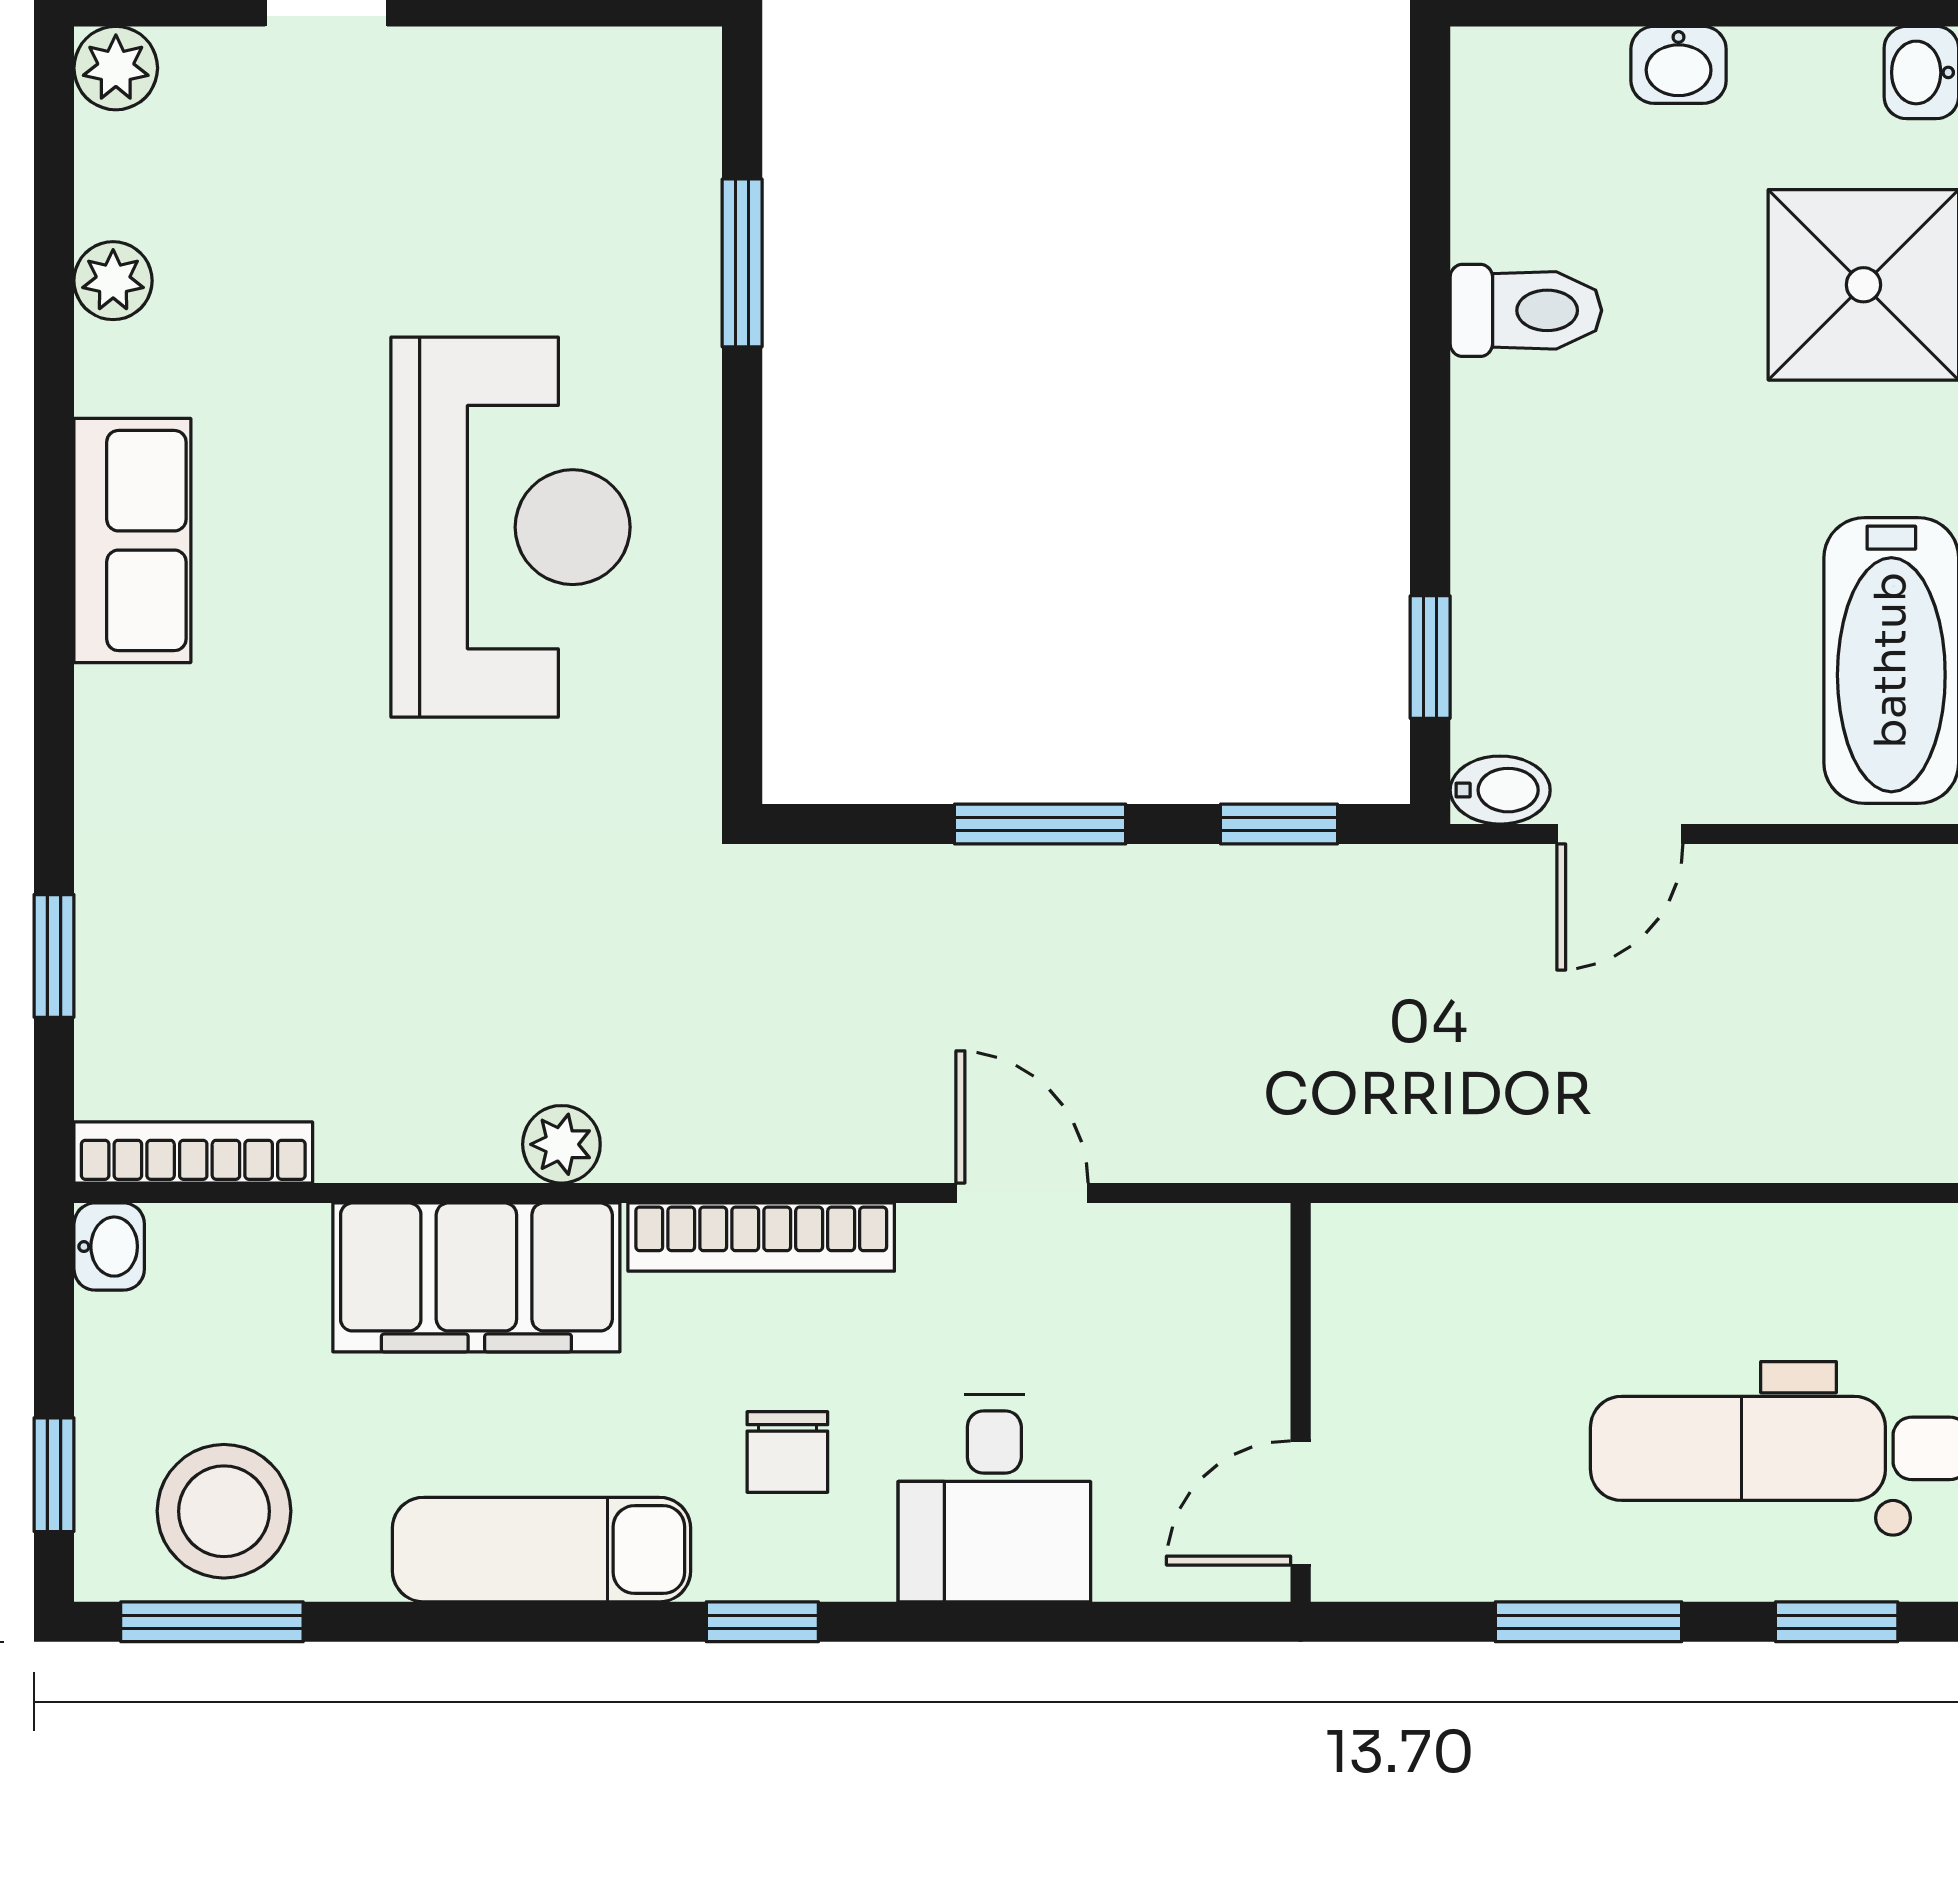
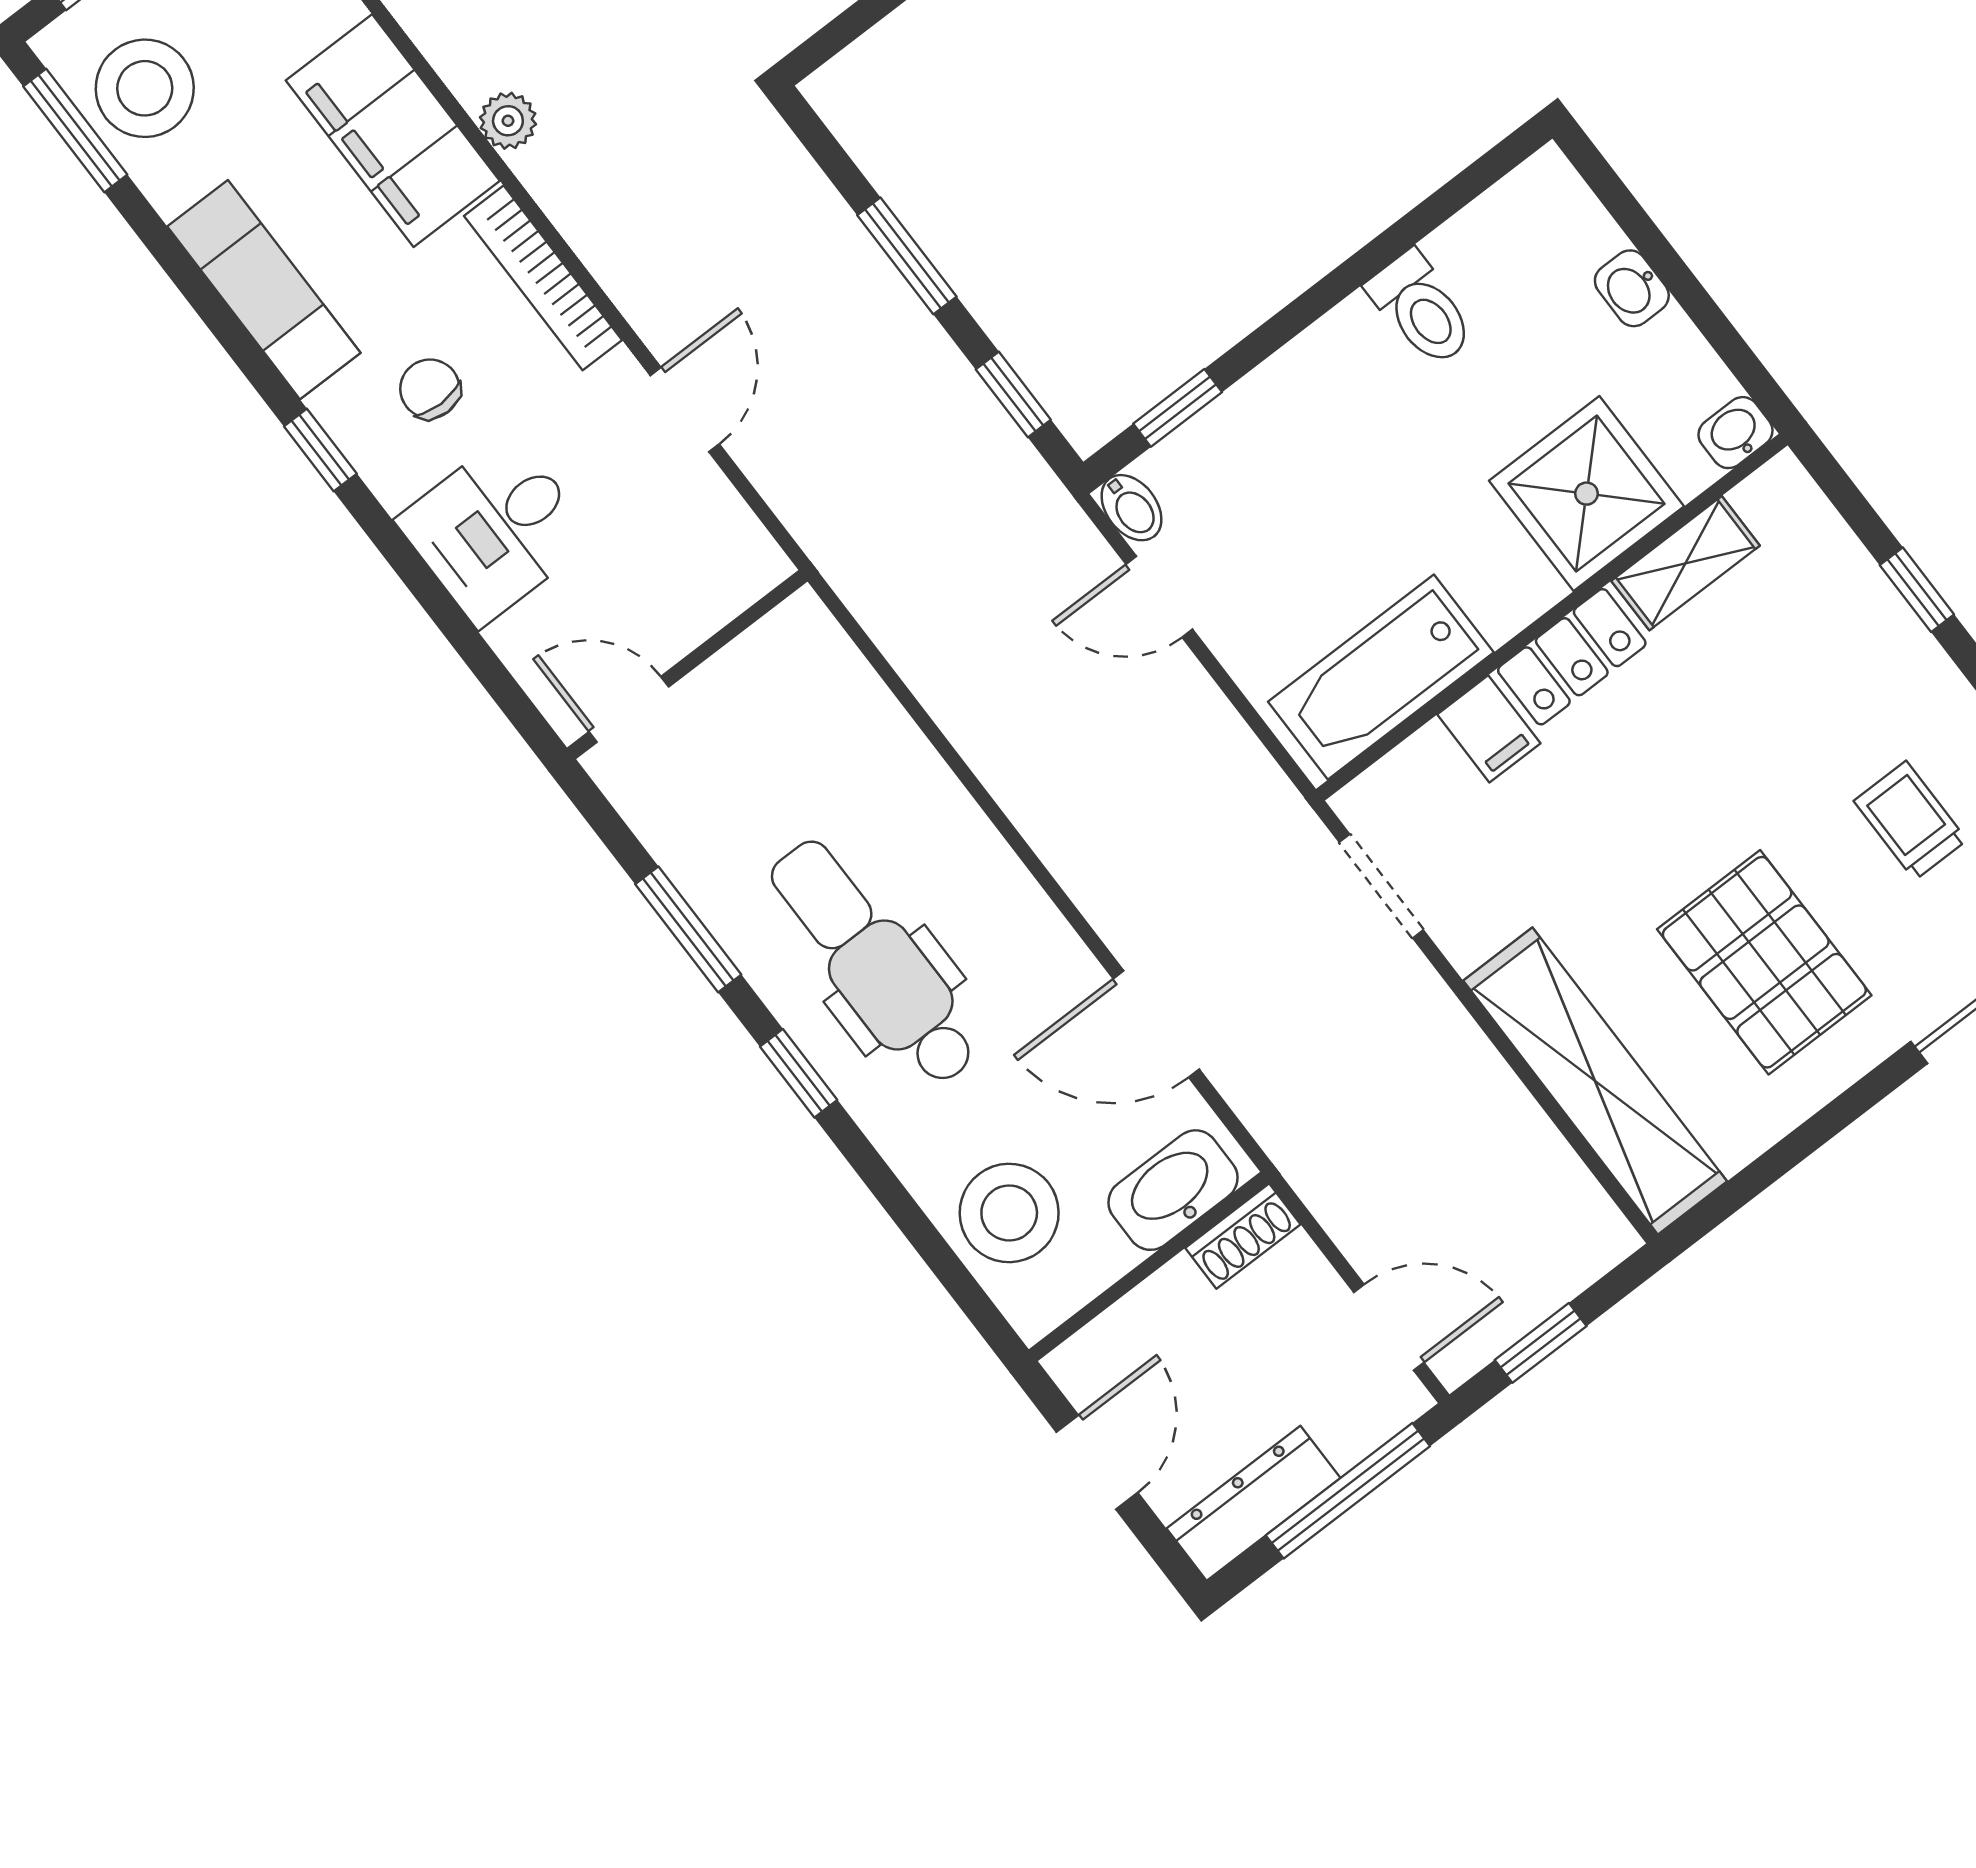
chair: (787, 1452) -> (430, 389), turned 90

